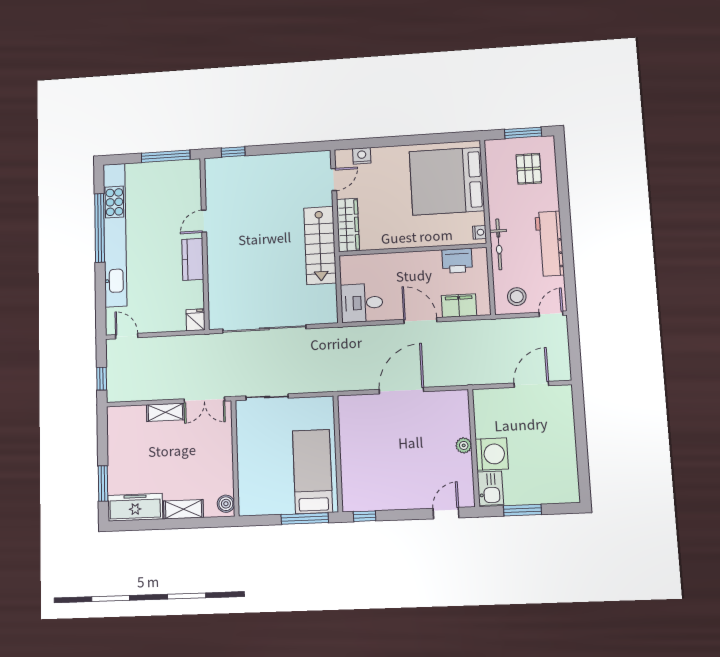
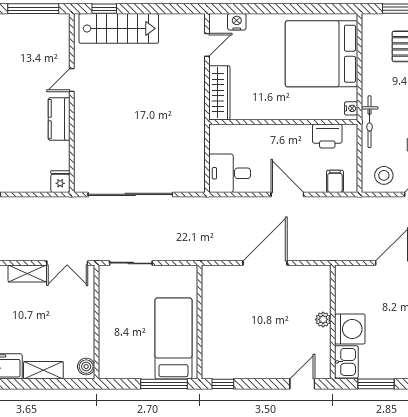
stairs: (320, 245) -> (119, 28), moved, turned -90
filing cabinet: (459, 306) -> (335, 181), width x0.50

